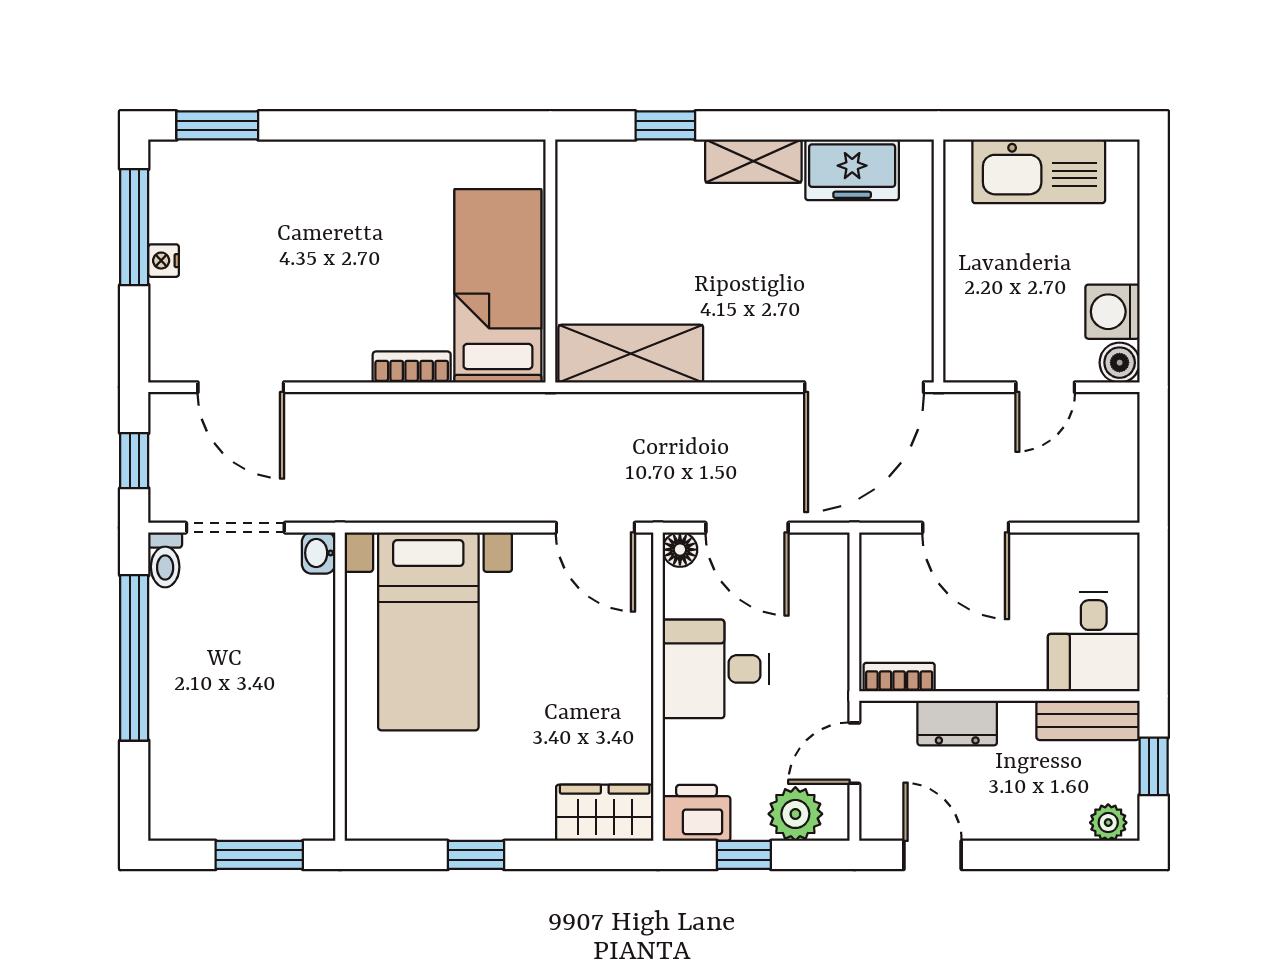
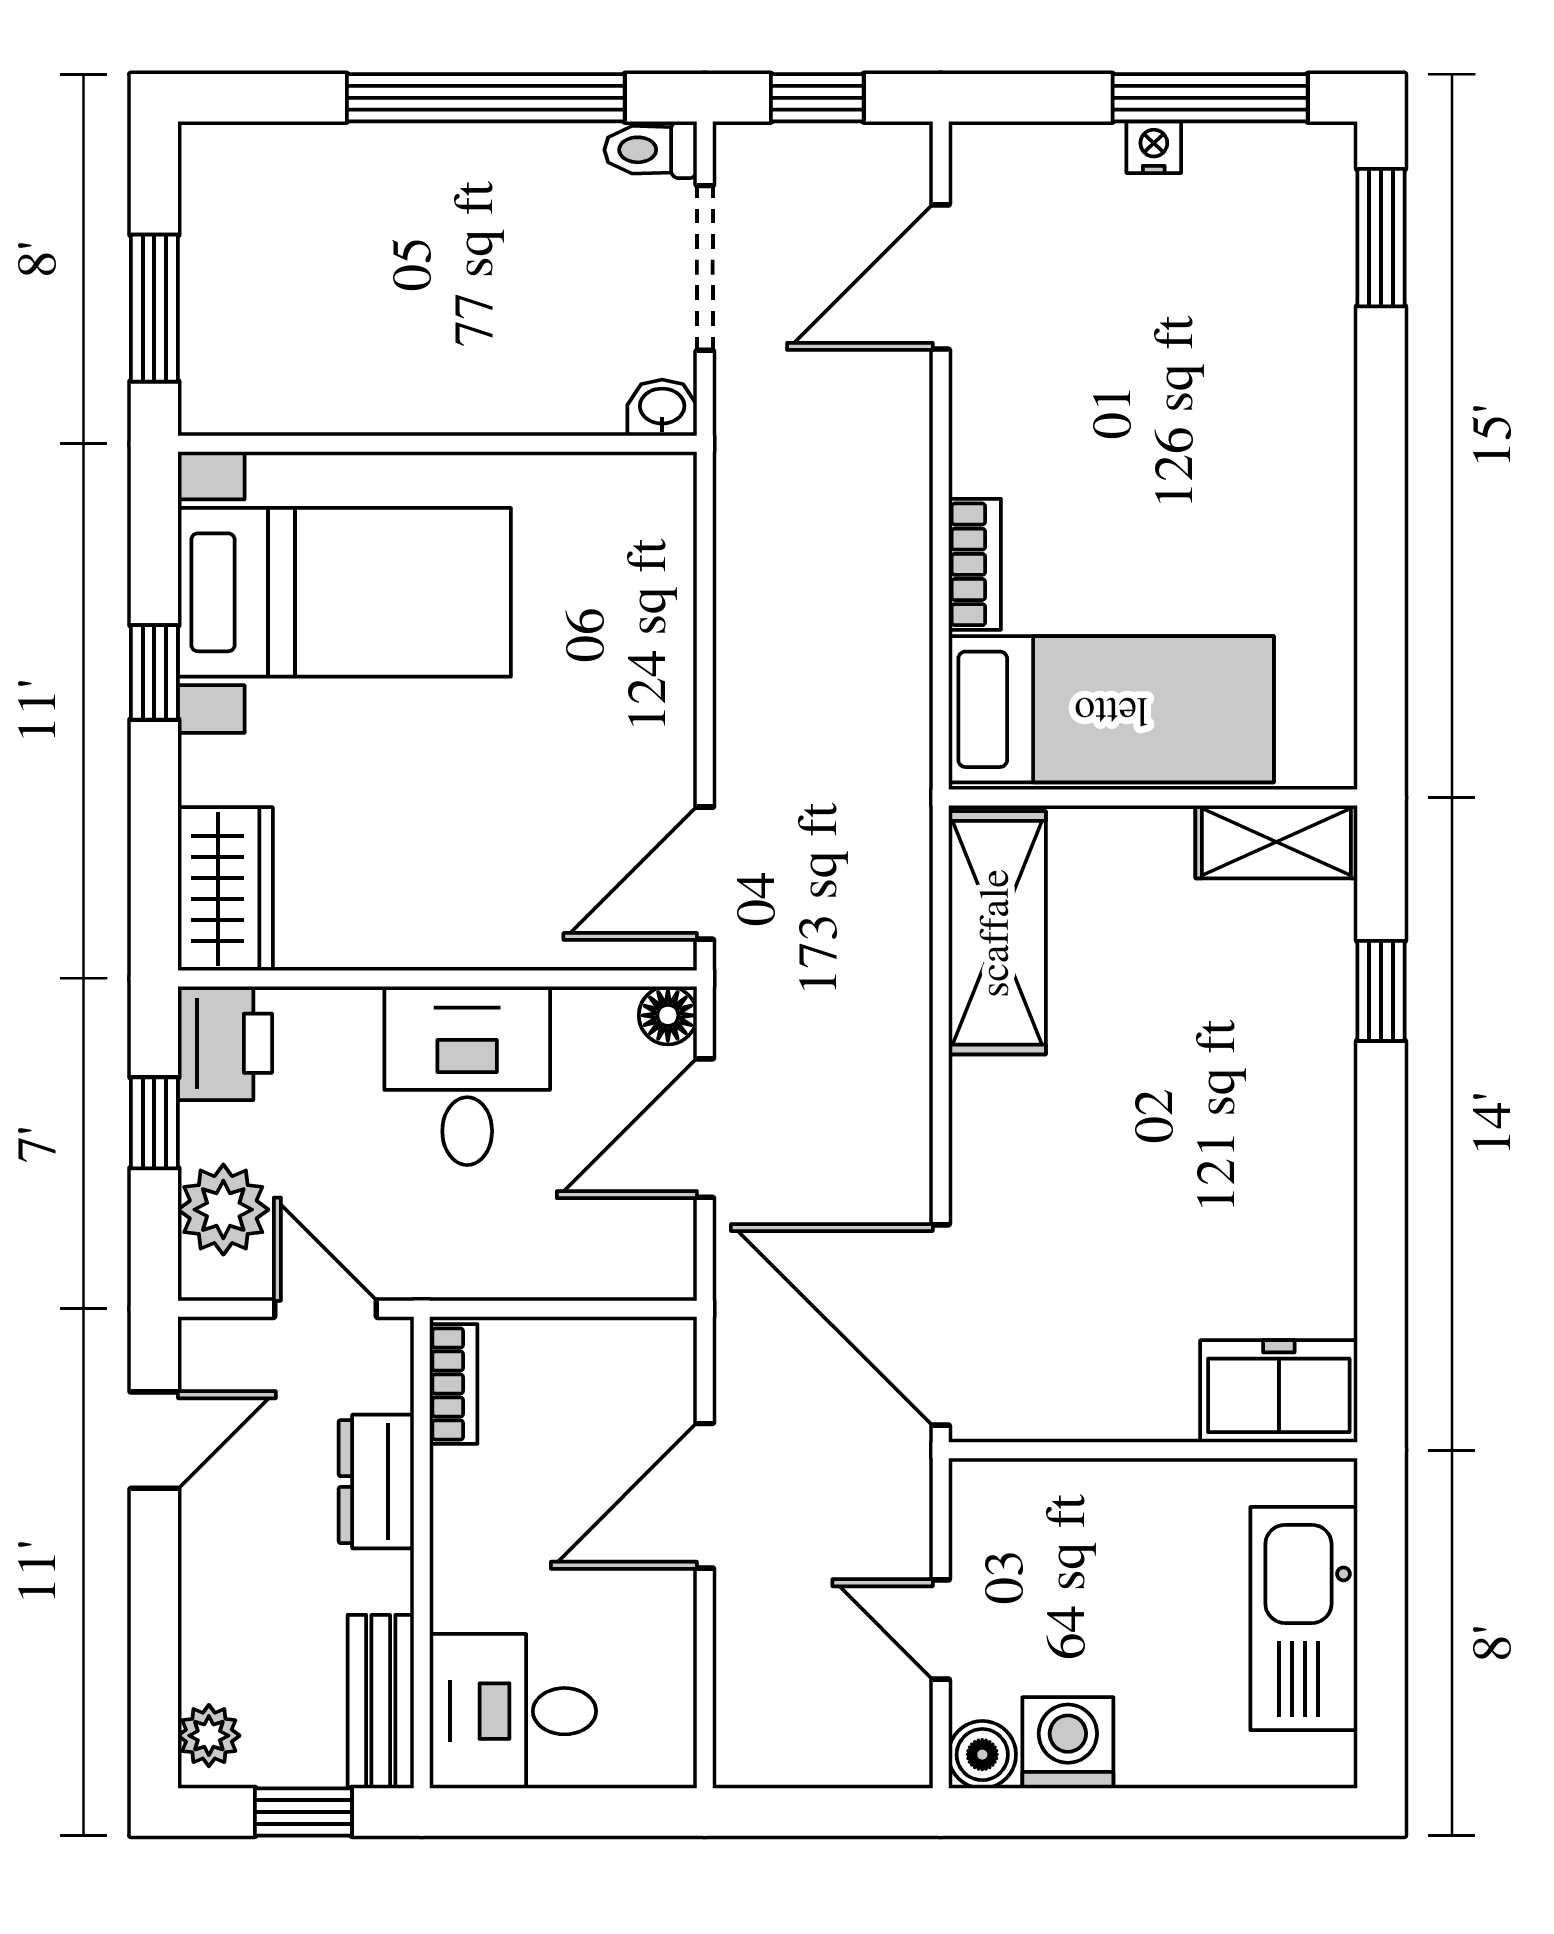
shelving: (753, 161) -> (1276, 842), moved, turned 90
freezer: (852, 170) -> (1279, 1391), moved, turned 90
bed with nightstands: (428, 631) -> (344, 592), moved, turned 180

